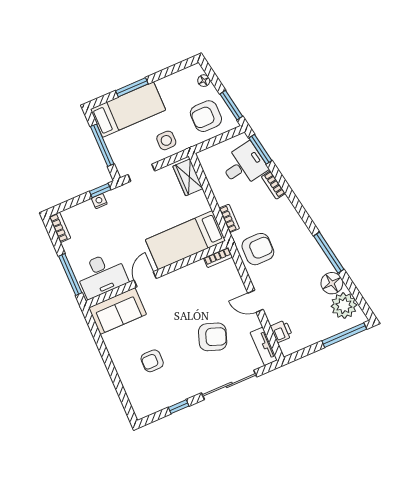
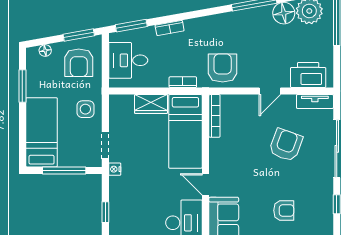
window: (132, 87) -> (22, 86), moved
desk: (244, 165) -> (128, 60), moved, turned -80
wardrobe: (188, 177) -> (151, 104), moved
window: (100, 191) -> (105, 212), moved
nightstand: (99, 201) -> (115, 169), moved
bookcase: (218, 257) -> (214, 116), width x1.56
printer: (281, 331) -> (308, 75), width x1.87, depth x1.48
armchair: (152, 361) -> (284, 210), turned -90

